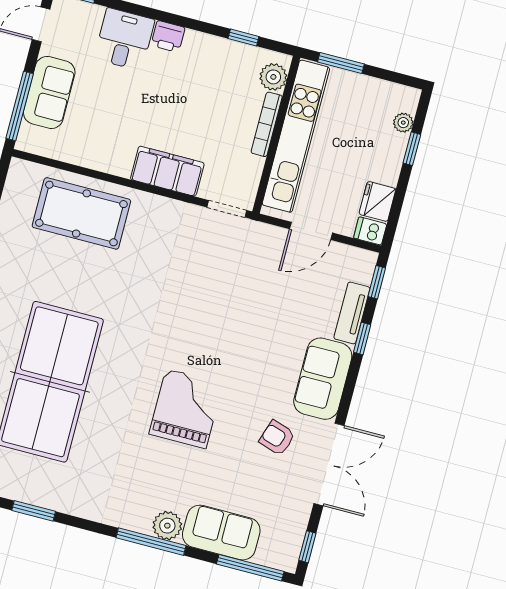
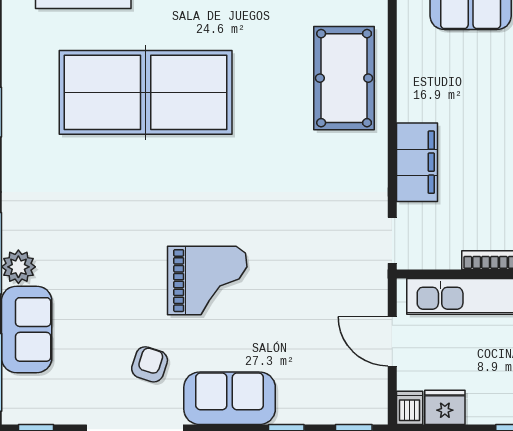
tv unit: (352, 313) -> (312, 412), removed
grand piano: (186, 409) -> (207, 281), moved

